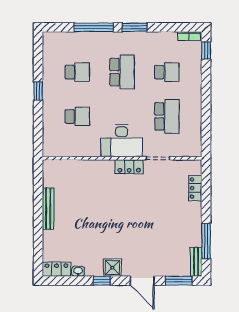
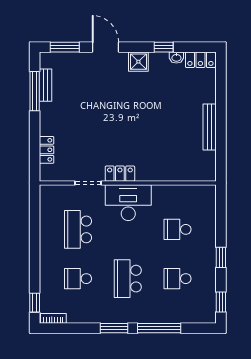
window: (38, 51) -> (221, 302), added
bench: (196, 262) -> (45, 85), moved
window: (102, 281) -> (164, 47), moved

